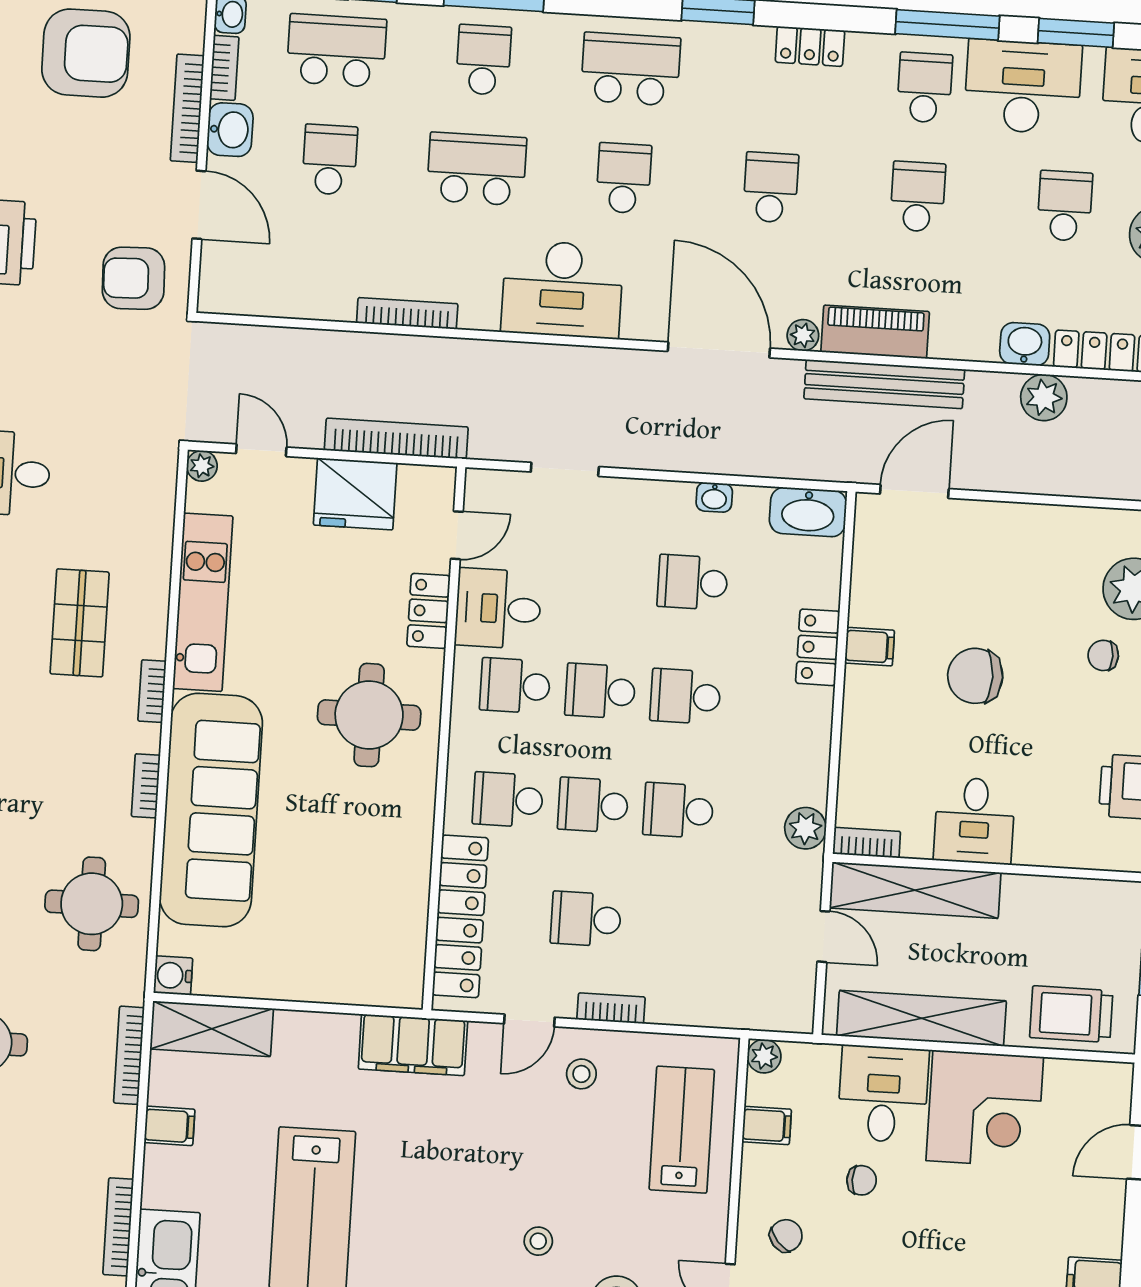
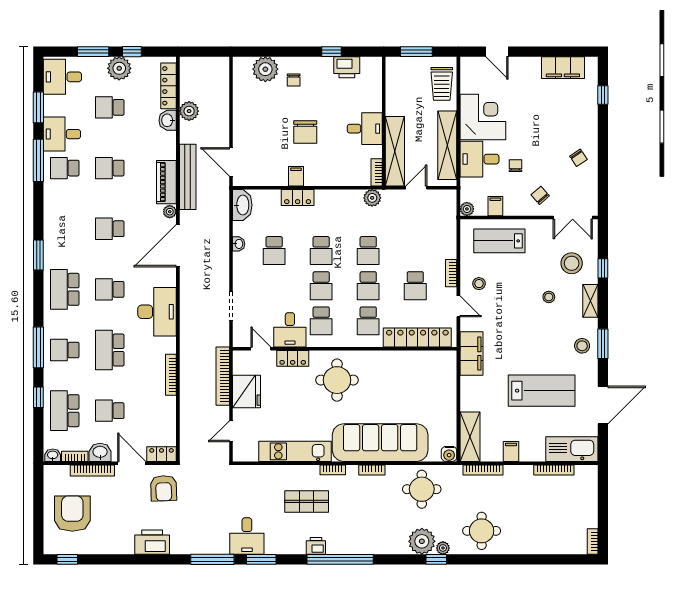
locker: (810, 46) -> (162, 454), moved, turned -90
desk: (1023, 87) -> (62, 134), width x0.73
door: (199, 205) -> (132, 463), hinge flipped
plant: (202, 466) -> (239, 455), removed

